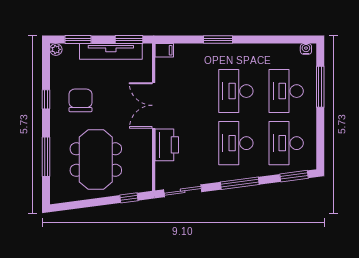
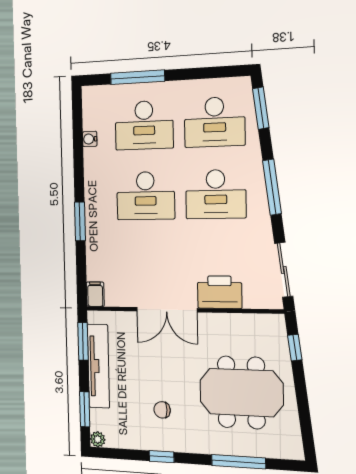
water cooler: (306, 49) -> (90, 139), moved
chair: (80, 100) -> (162, 410), width x0.54, depth x0.54

